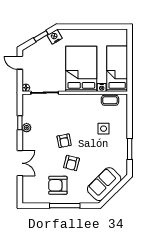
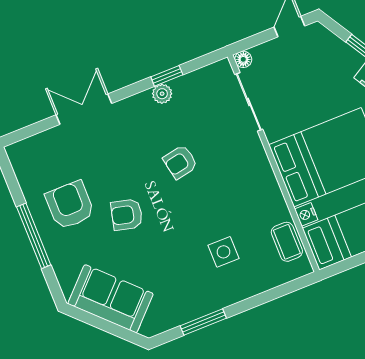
armchair: (64, 141) -> (180, 162), moved
double door: (20, 163) -> (84, 109), swing flipped

